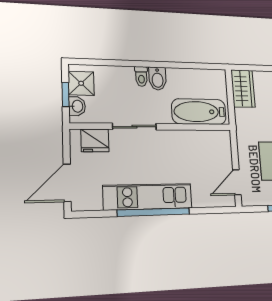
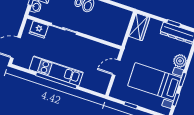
bathtub: (199, 112) -> (106, 32), removed
door: (237, 182) -> (116, 68), moved

